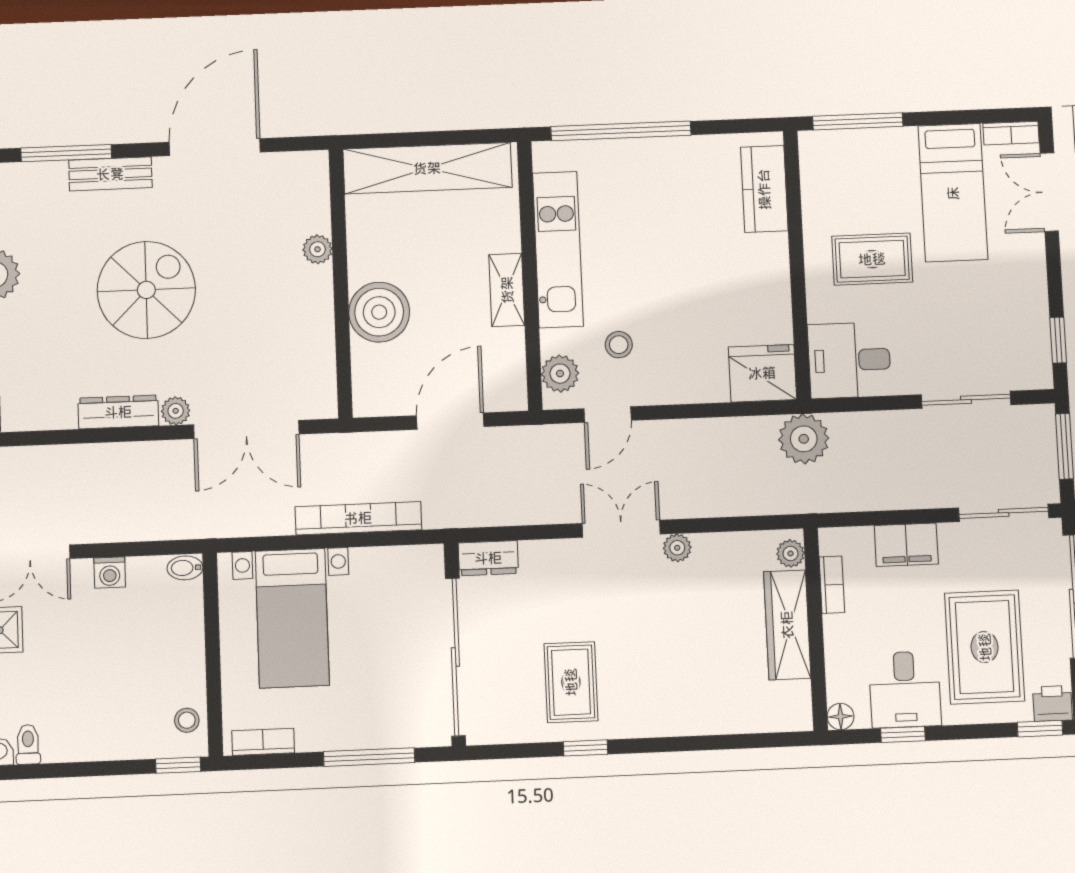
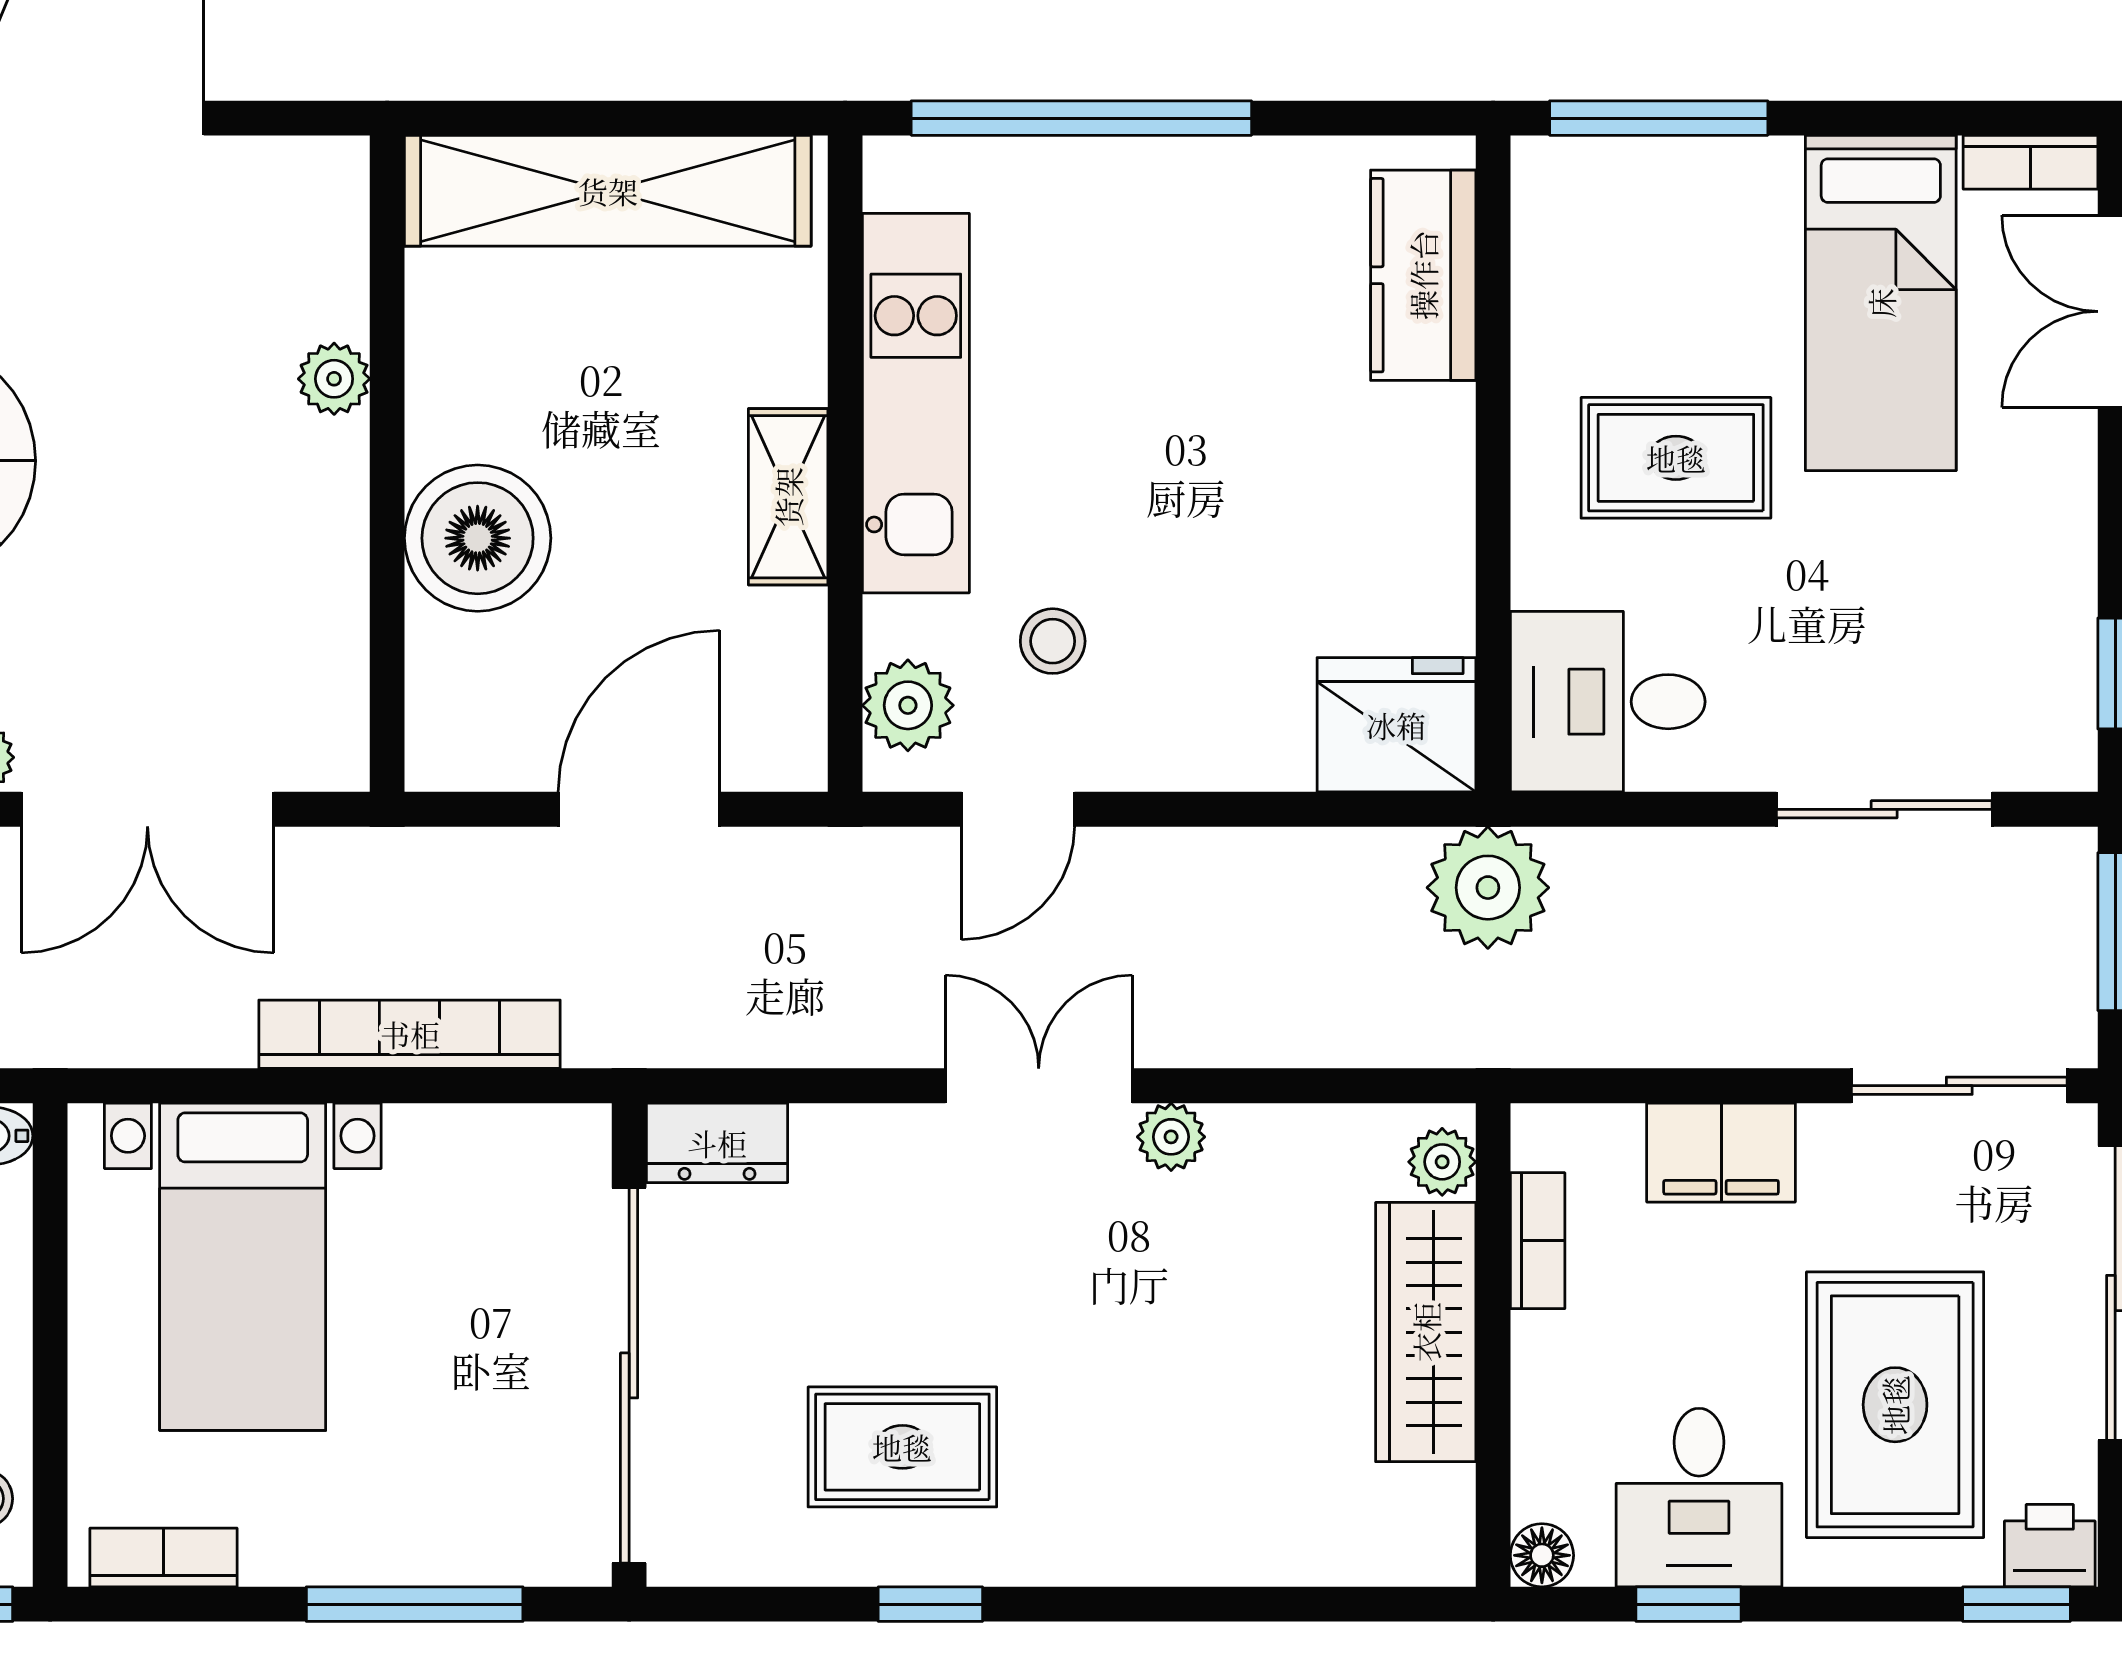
rug: (571, 682) -> (902, 1447), turned 90

